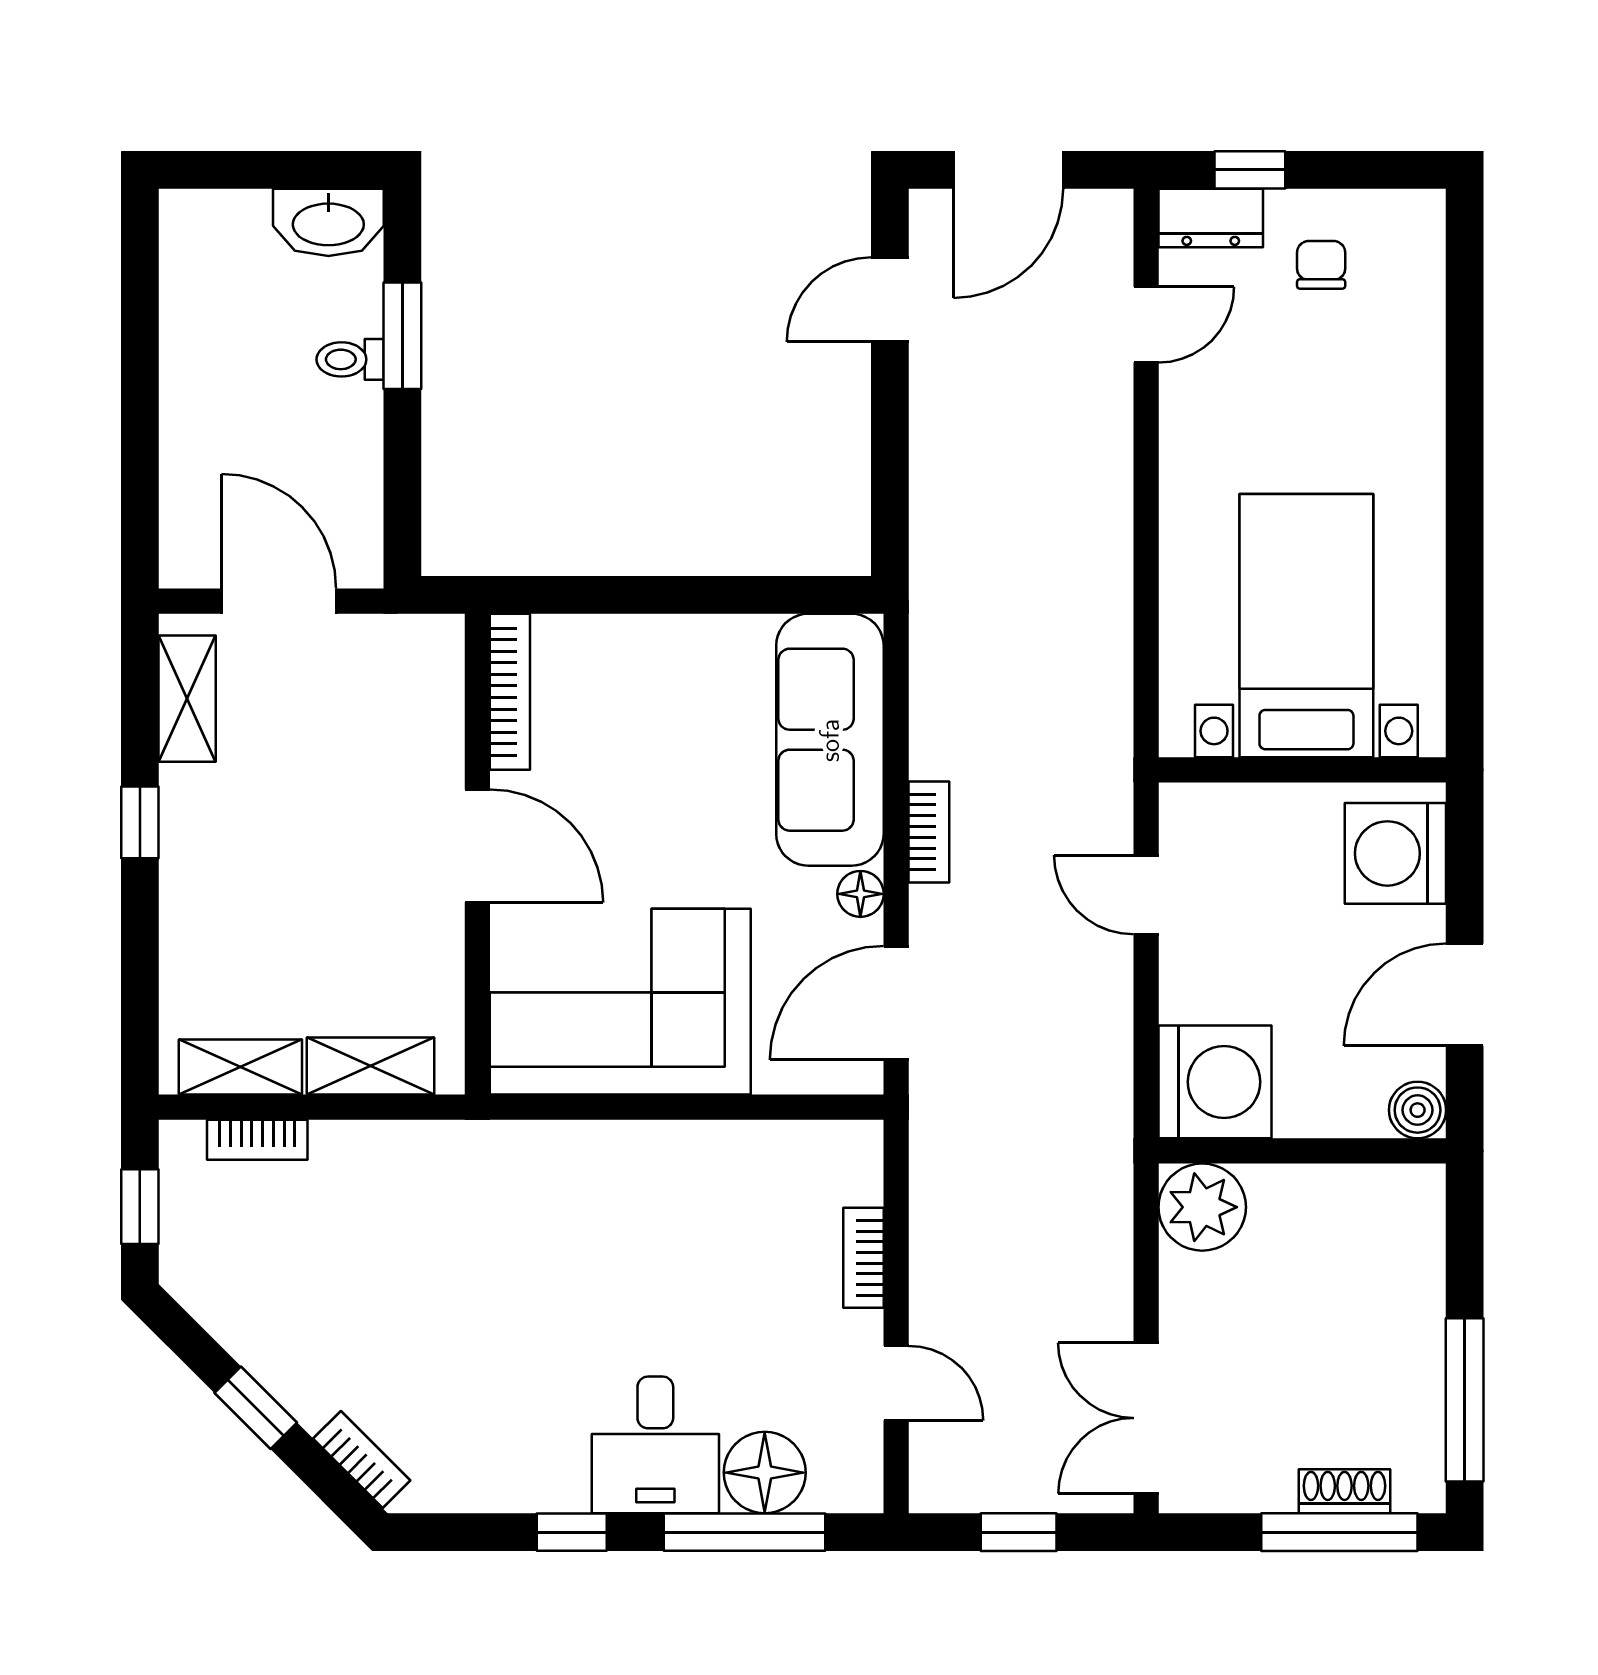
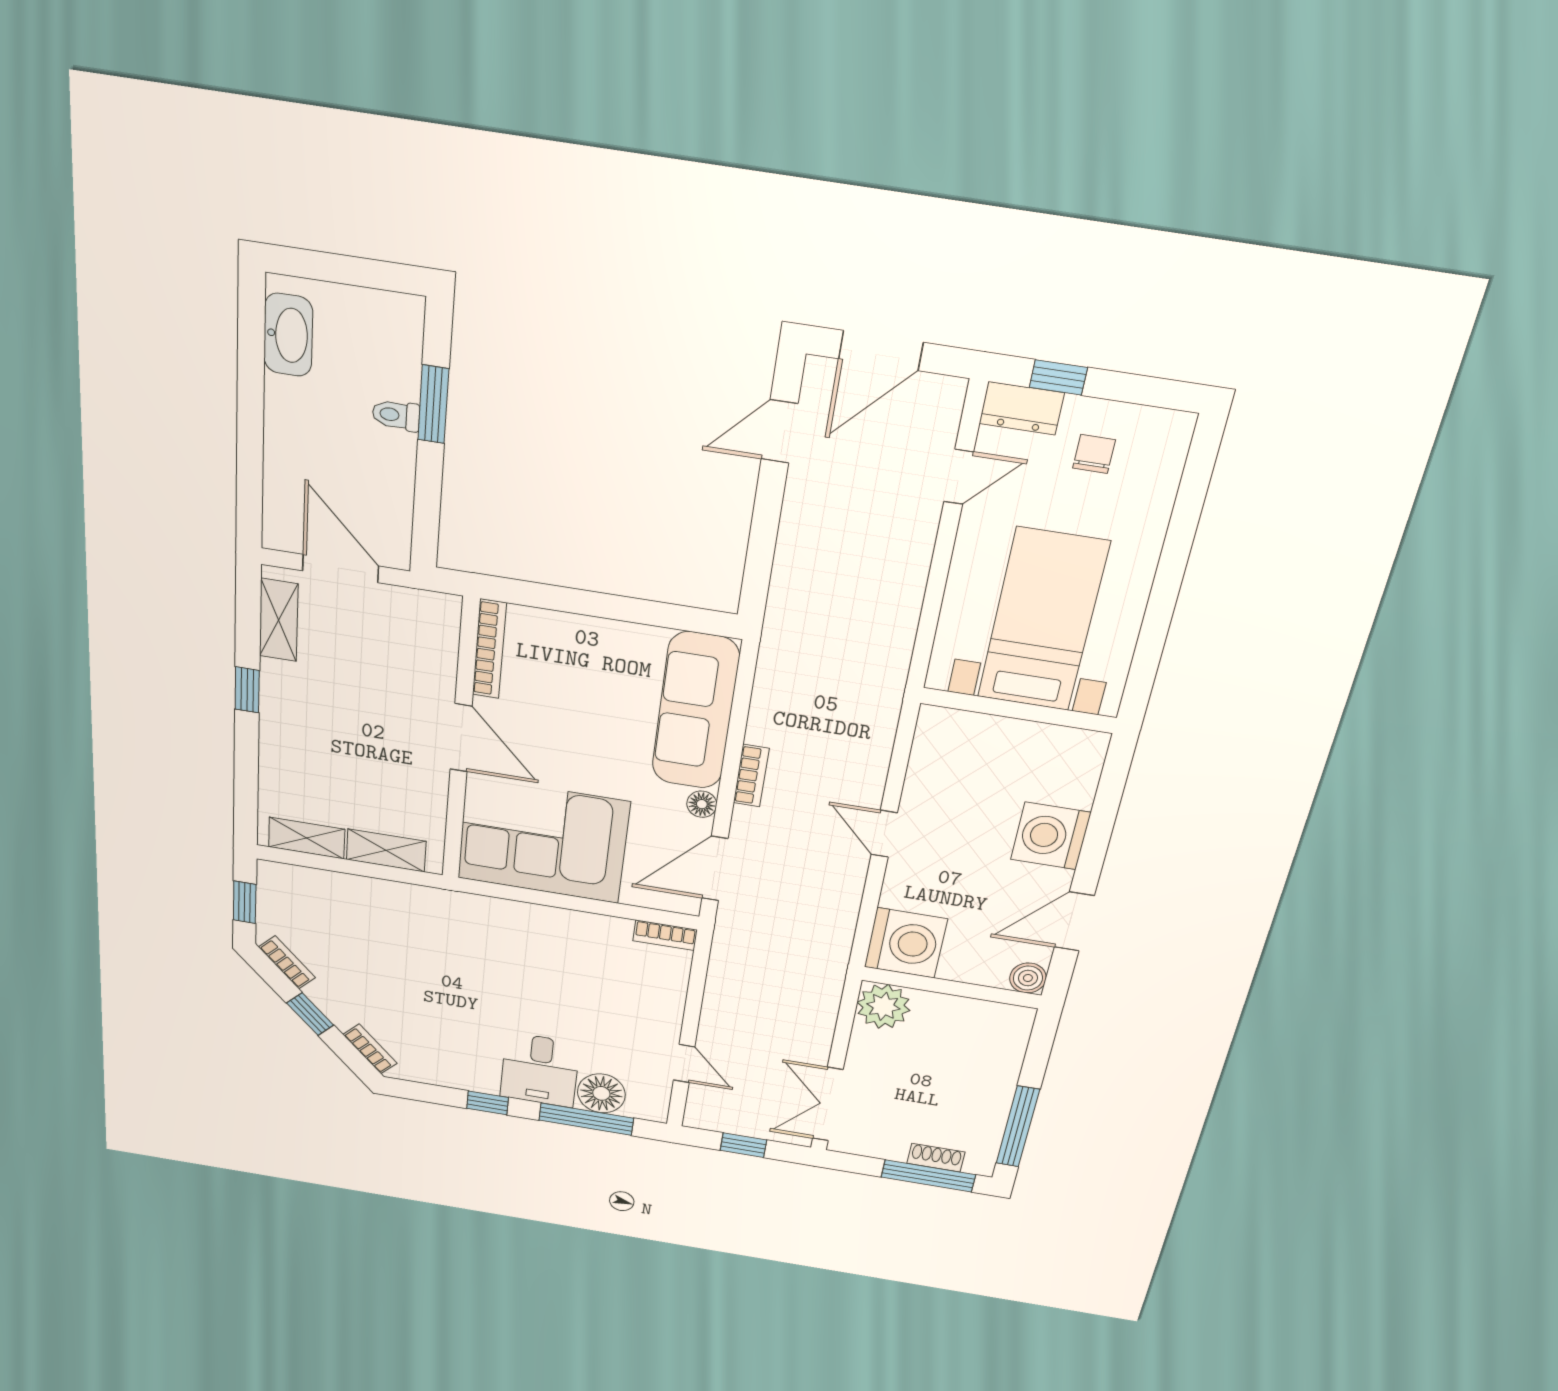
washbasin: (328, 222) -> (288, 335), moved, turned -90
bed with nightstands: (1306, 626) -> (1043, 620), moved
wall: (1302, 770) -> (1018, 710), moved
bookcase: (257, 1140) -> (287, 962), moved, turned -135
bookcase: (863, 1258) -> (665, 935), moved, turned -90

